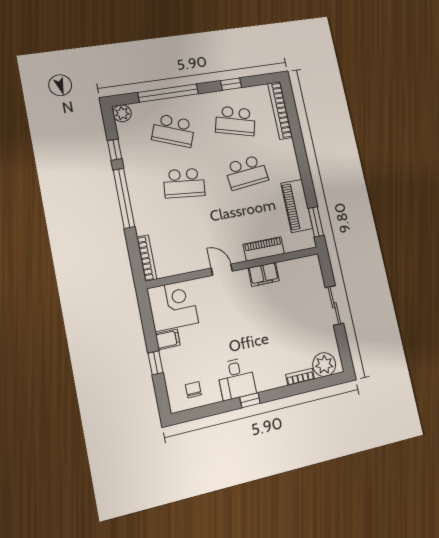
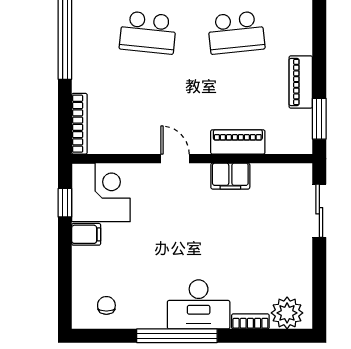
piano: (297, 206) -> (301, 82), width x0.73, depth x0.75
sliding door: (334, 305) -> (319, 211), moved
window: (155, 363) -> (65, 203), moved
desk: (236, 379) -> (199, 304), moved, width x1.37
window: (250, 400) -> (177, 336), width x3.17

